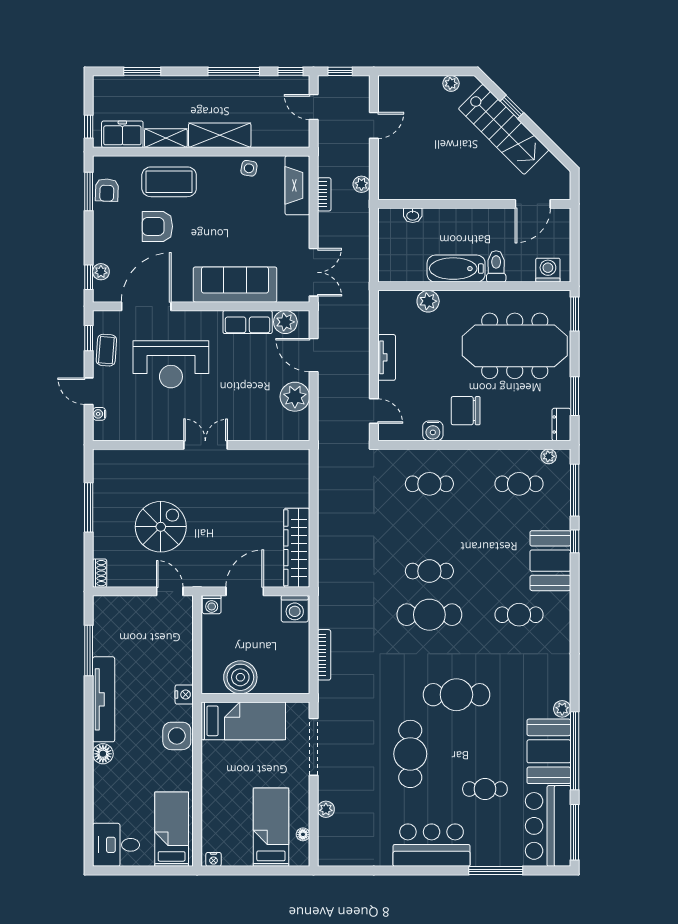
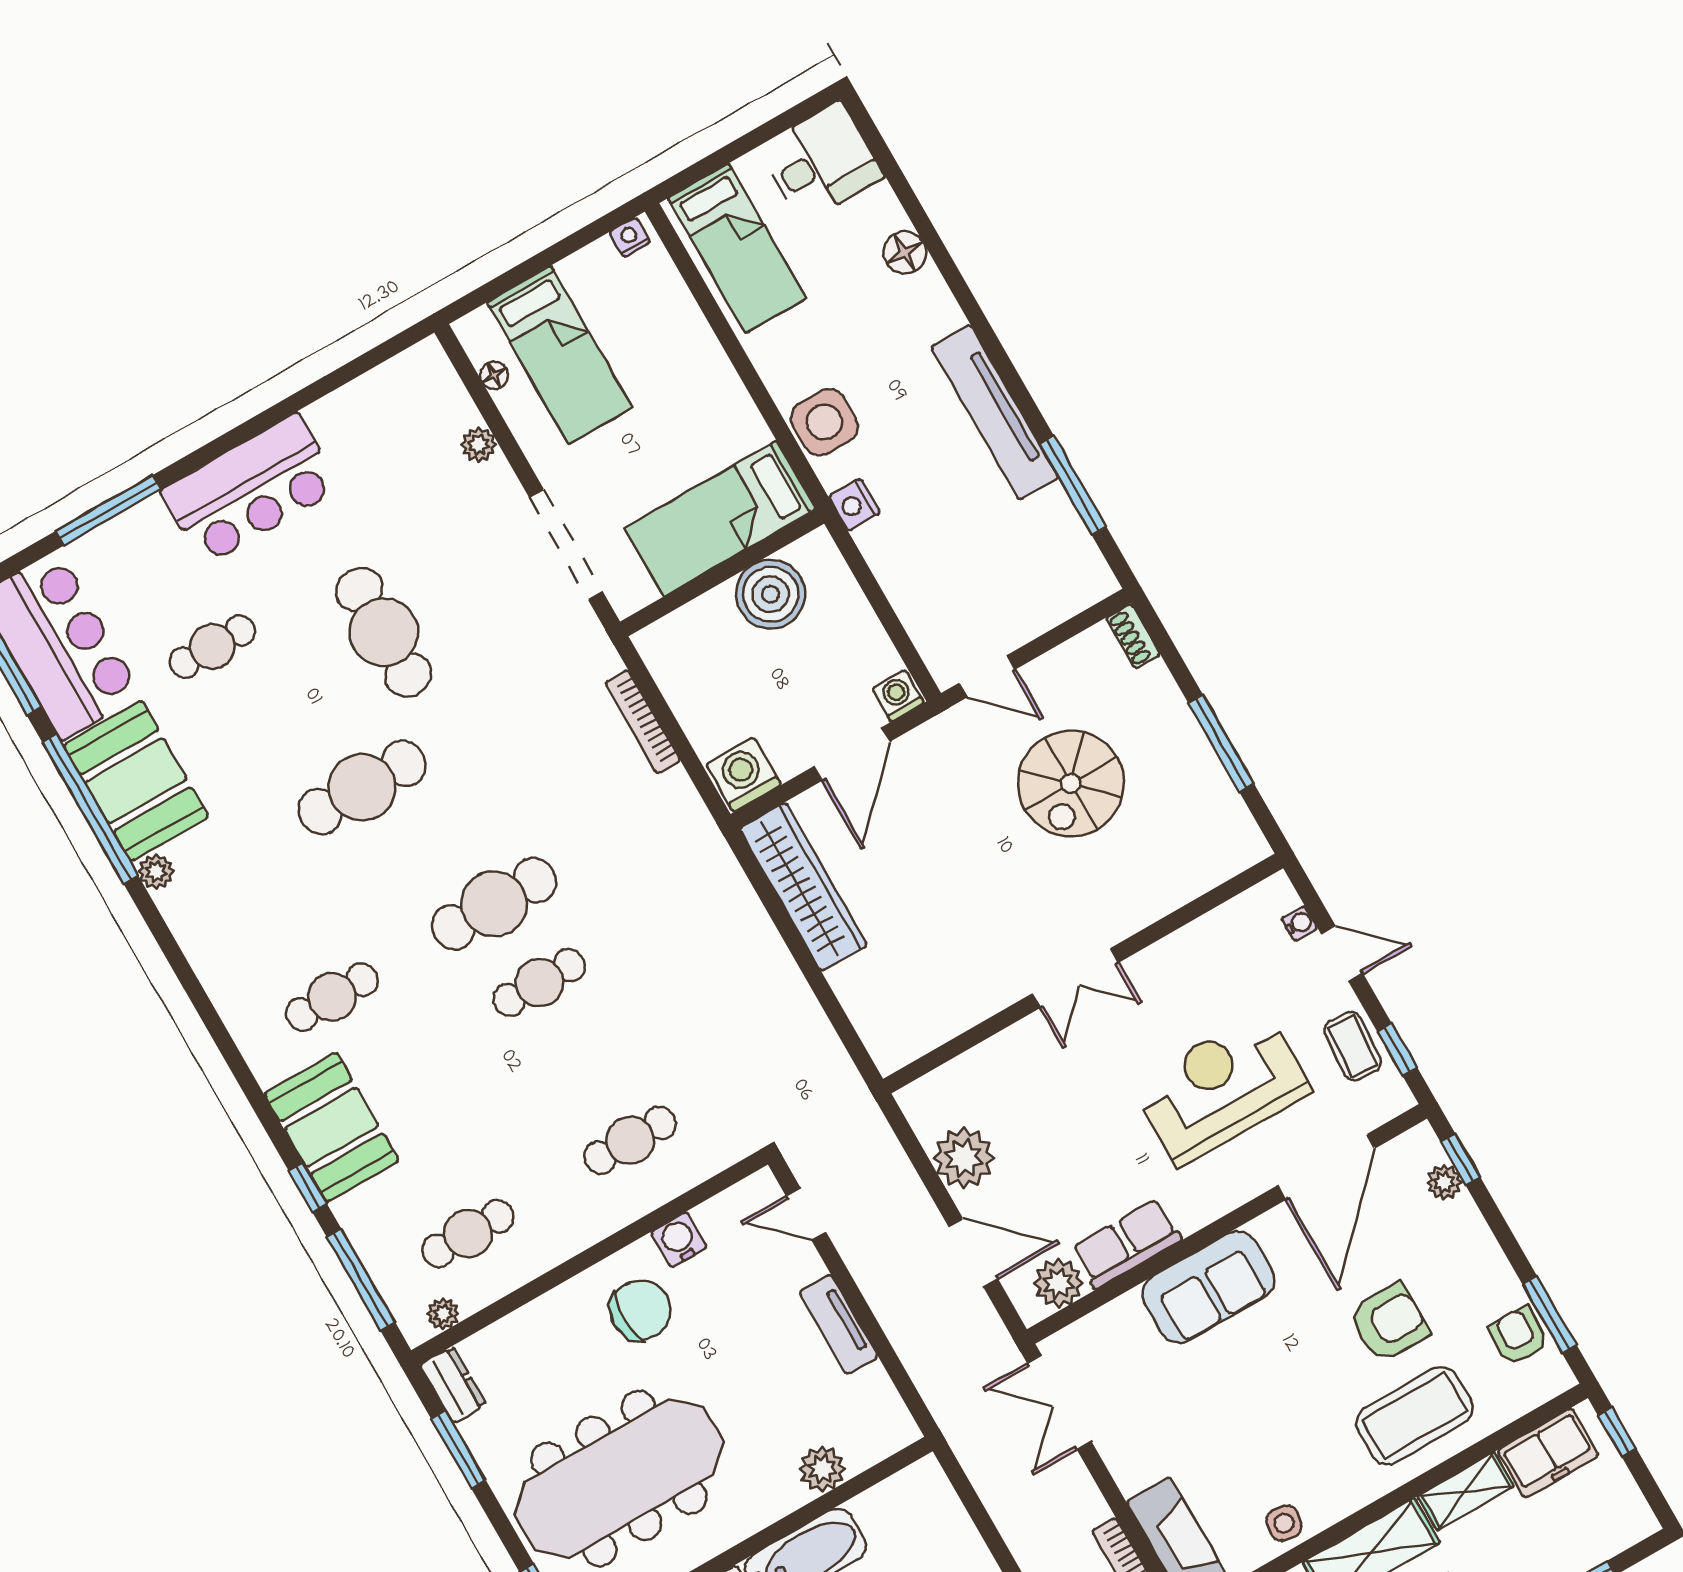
sofa: (235, 285) -> (1208, 1287), width x0.73
floor lamp: (103, 754) -> (905, 253), moved

